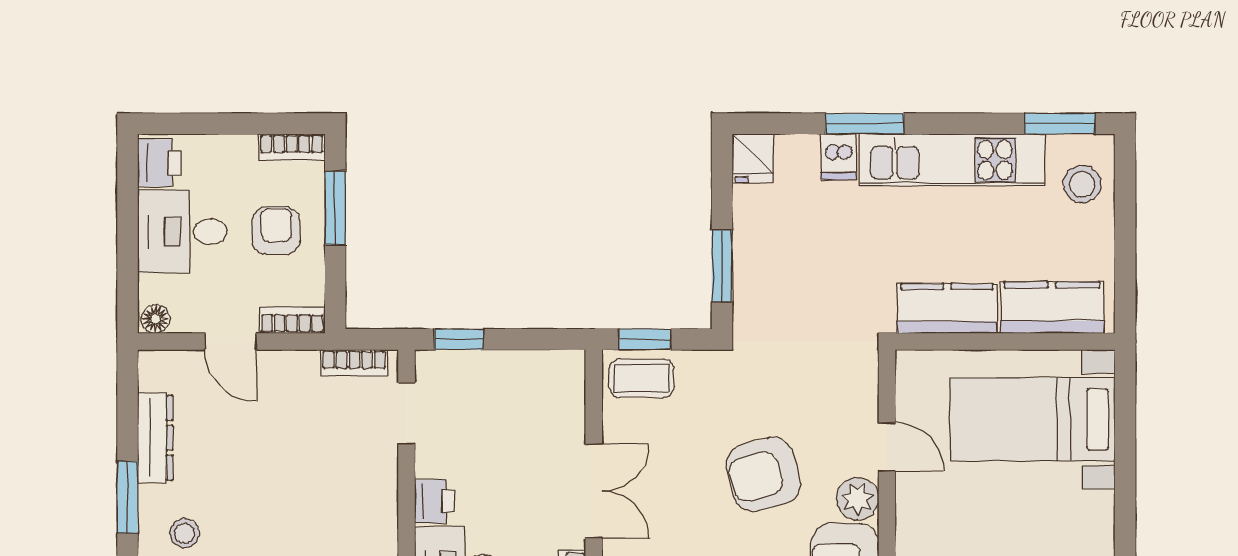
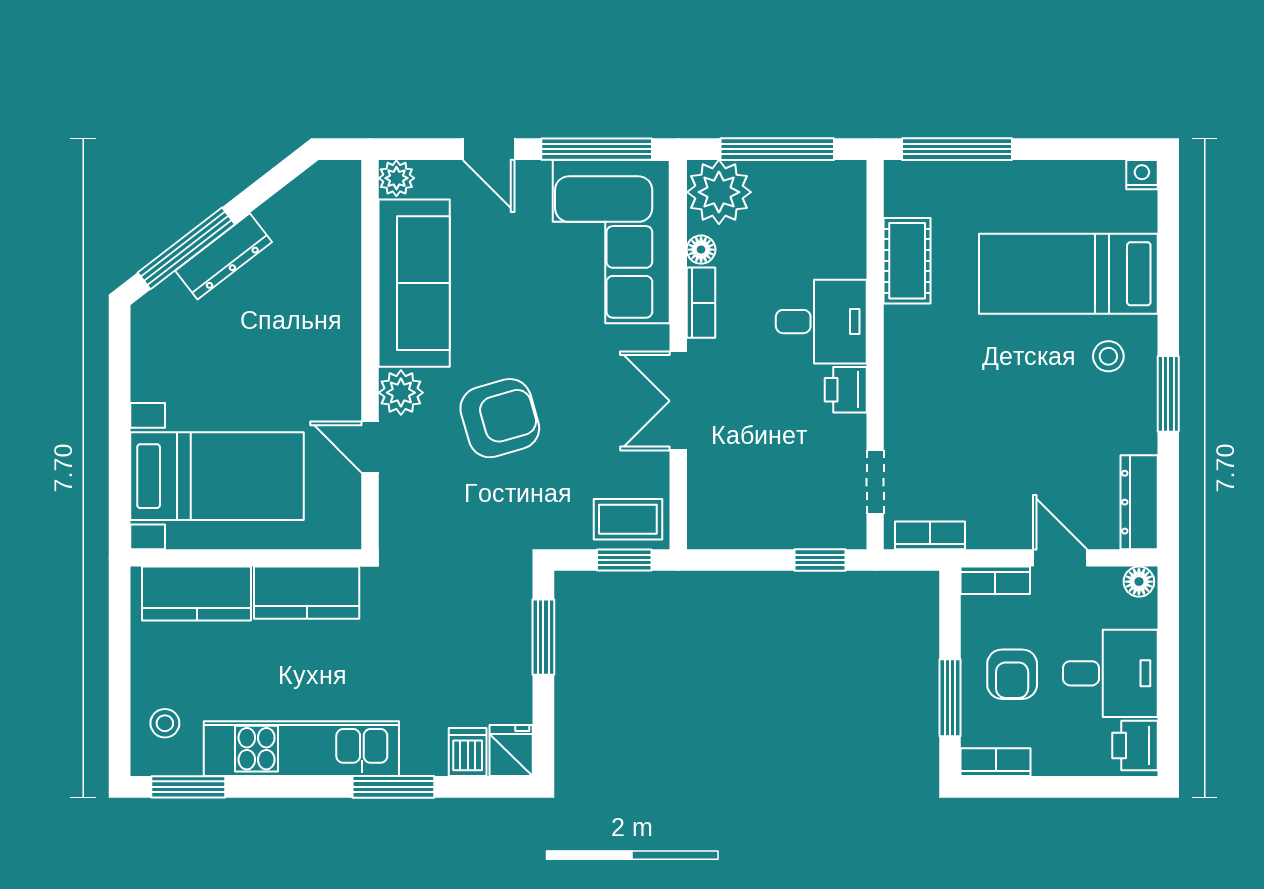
dishwasher: (838, 157) -> (468, 752), moved
stool: (1082, 184) -> (165, 723), width x0.73, depth x0.73
dresser: (155, 438) -> (1139, 502), moved

